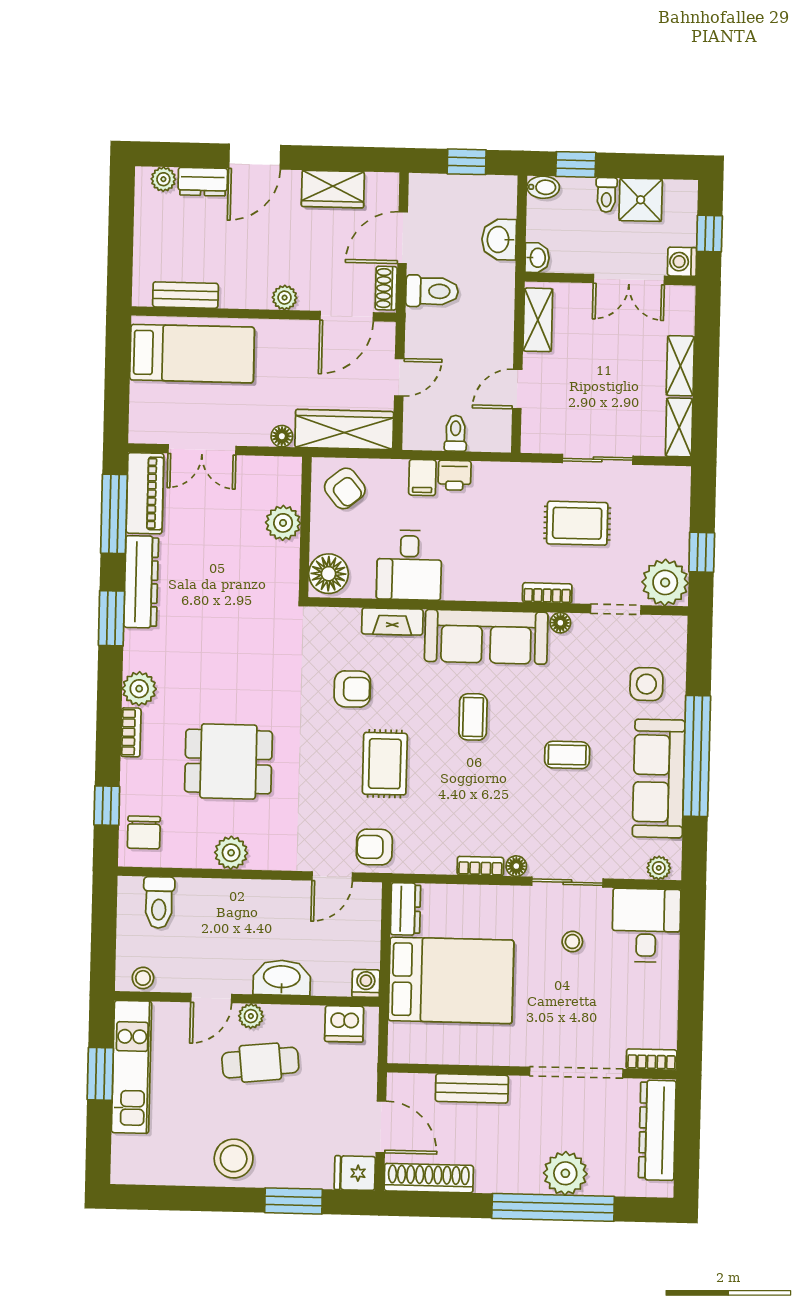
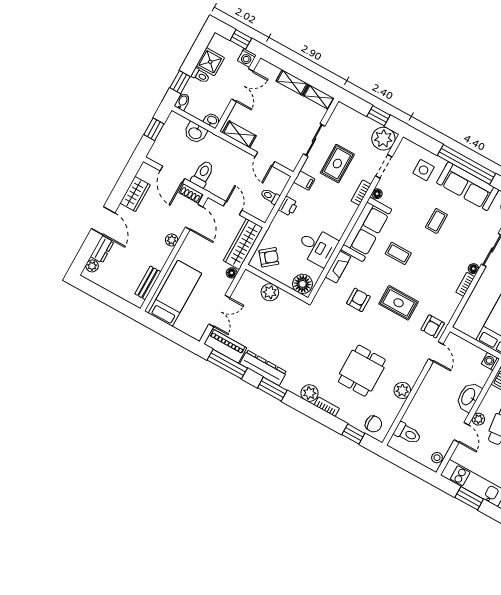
filing cabinet: (422, 478) -> (304, 181), moved
dresser: (405, 909) -> (467, 327), removed

